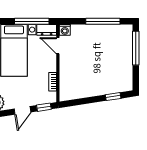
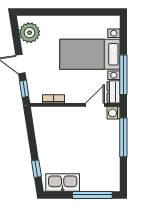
window: (103, 21) -> (123, 137), moved
kitchen sink: (125, 74) -> (63, 183), added

